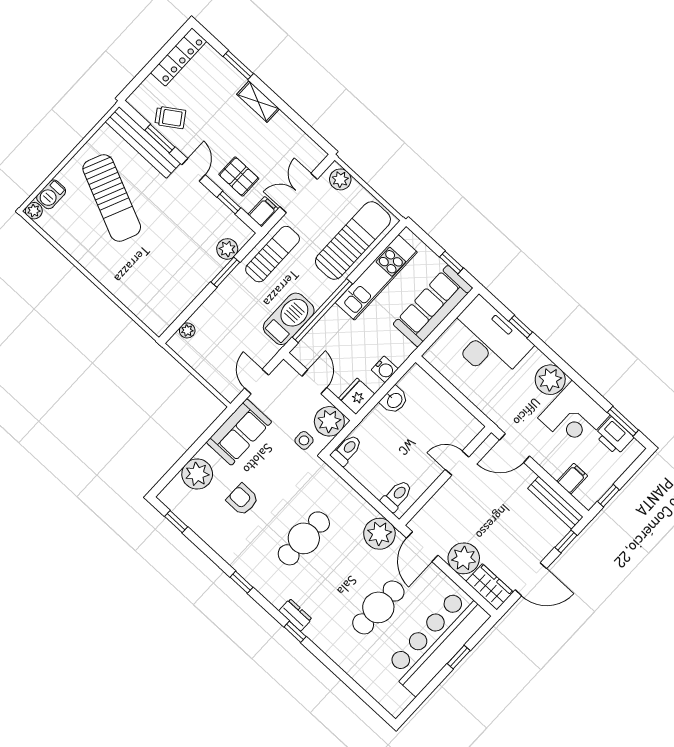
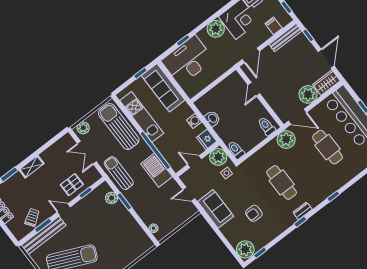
filing cabinet: (263, 212) -> (94, 174), removed
plant: (197, 474) -> (245, 249), moved
dresser: (295, 615) -> (303, 211), moved

